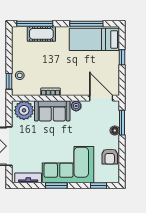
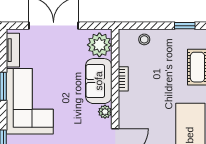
window: (9, 81) -> (185, 26), moved

